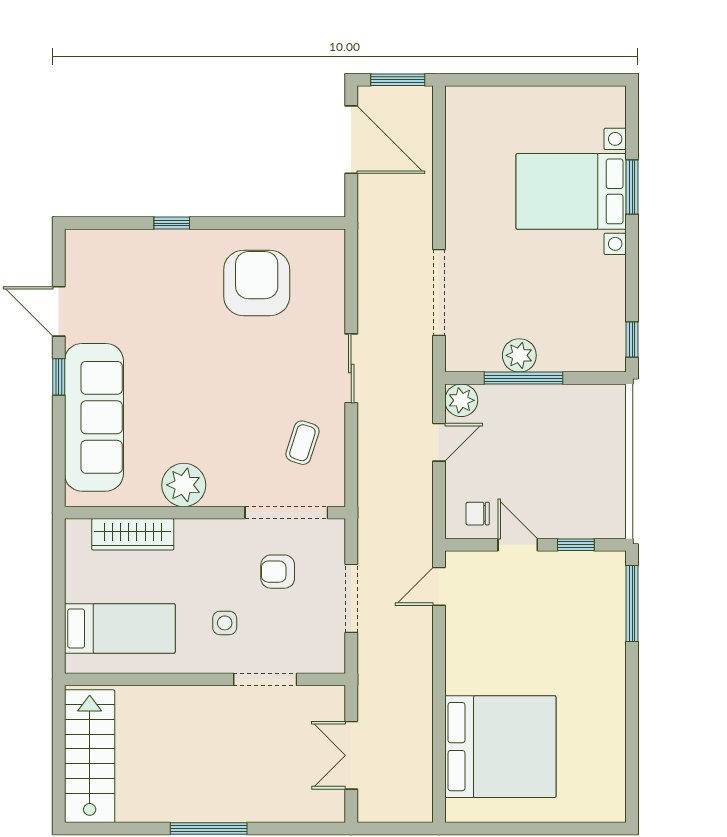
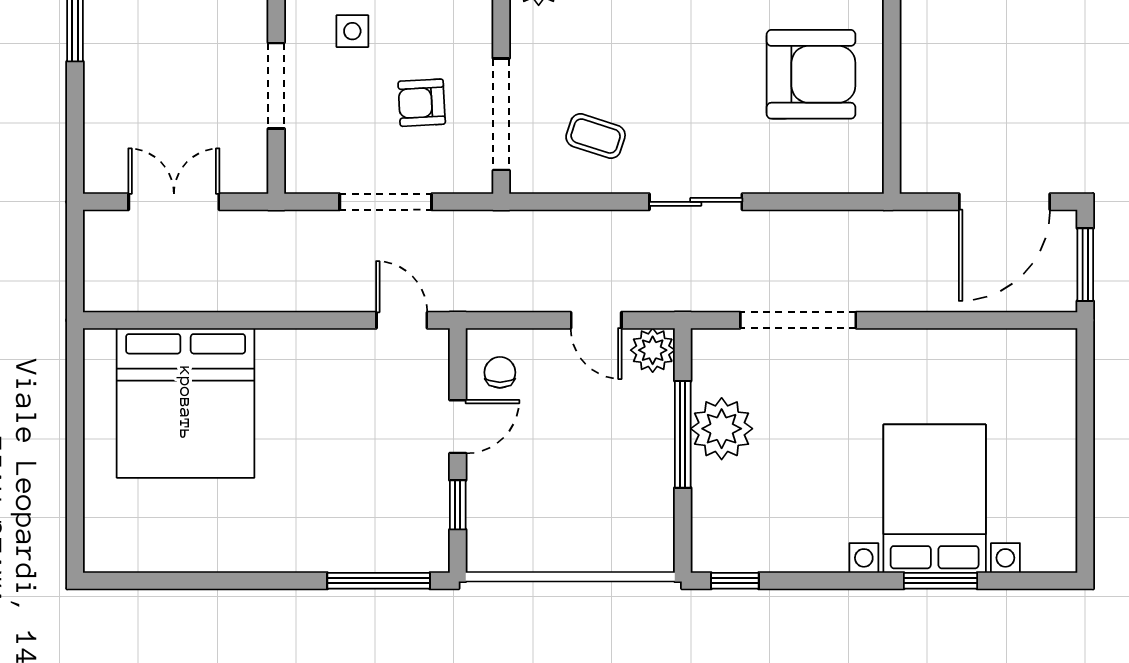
plant: (519, 355) -> (722, 429), width x1.36, depth x1.36
armchair: (278, 572) -> (422, 103), turned -93

